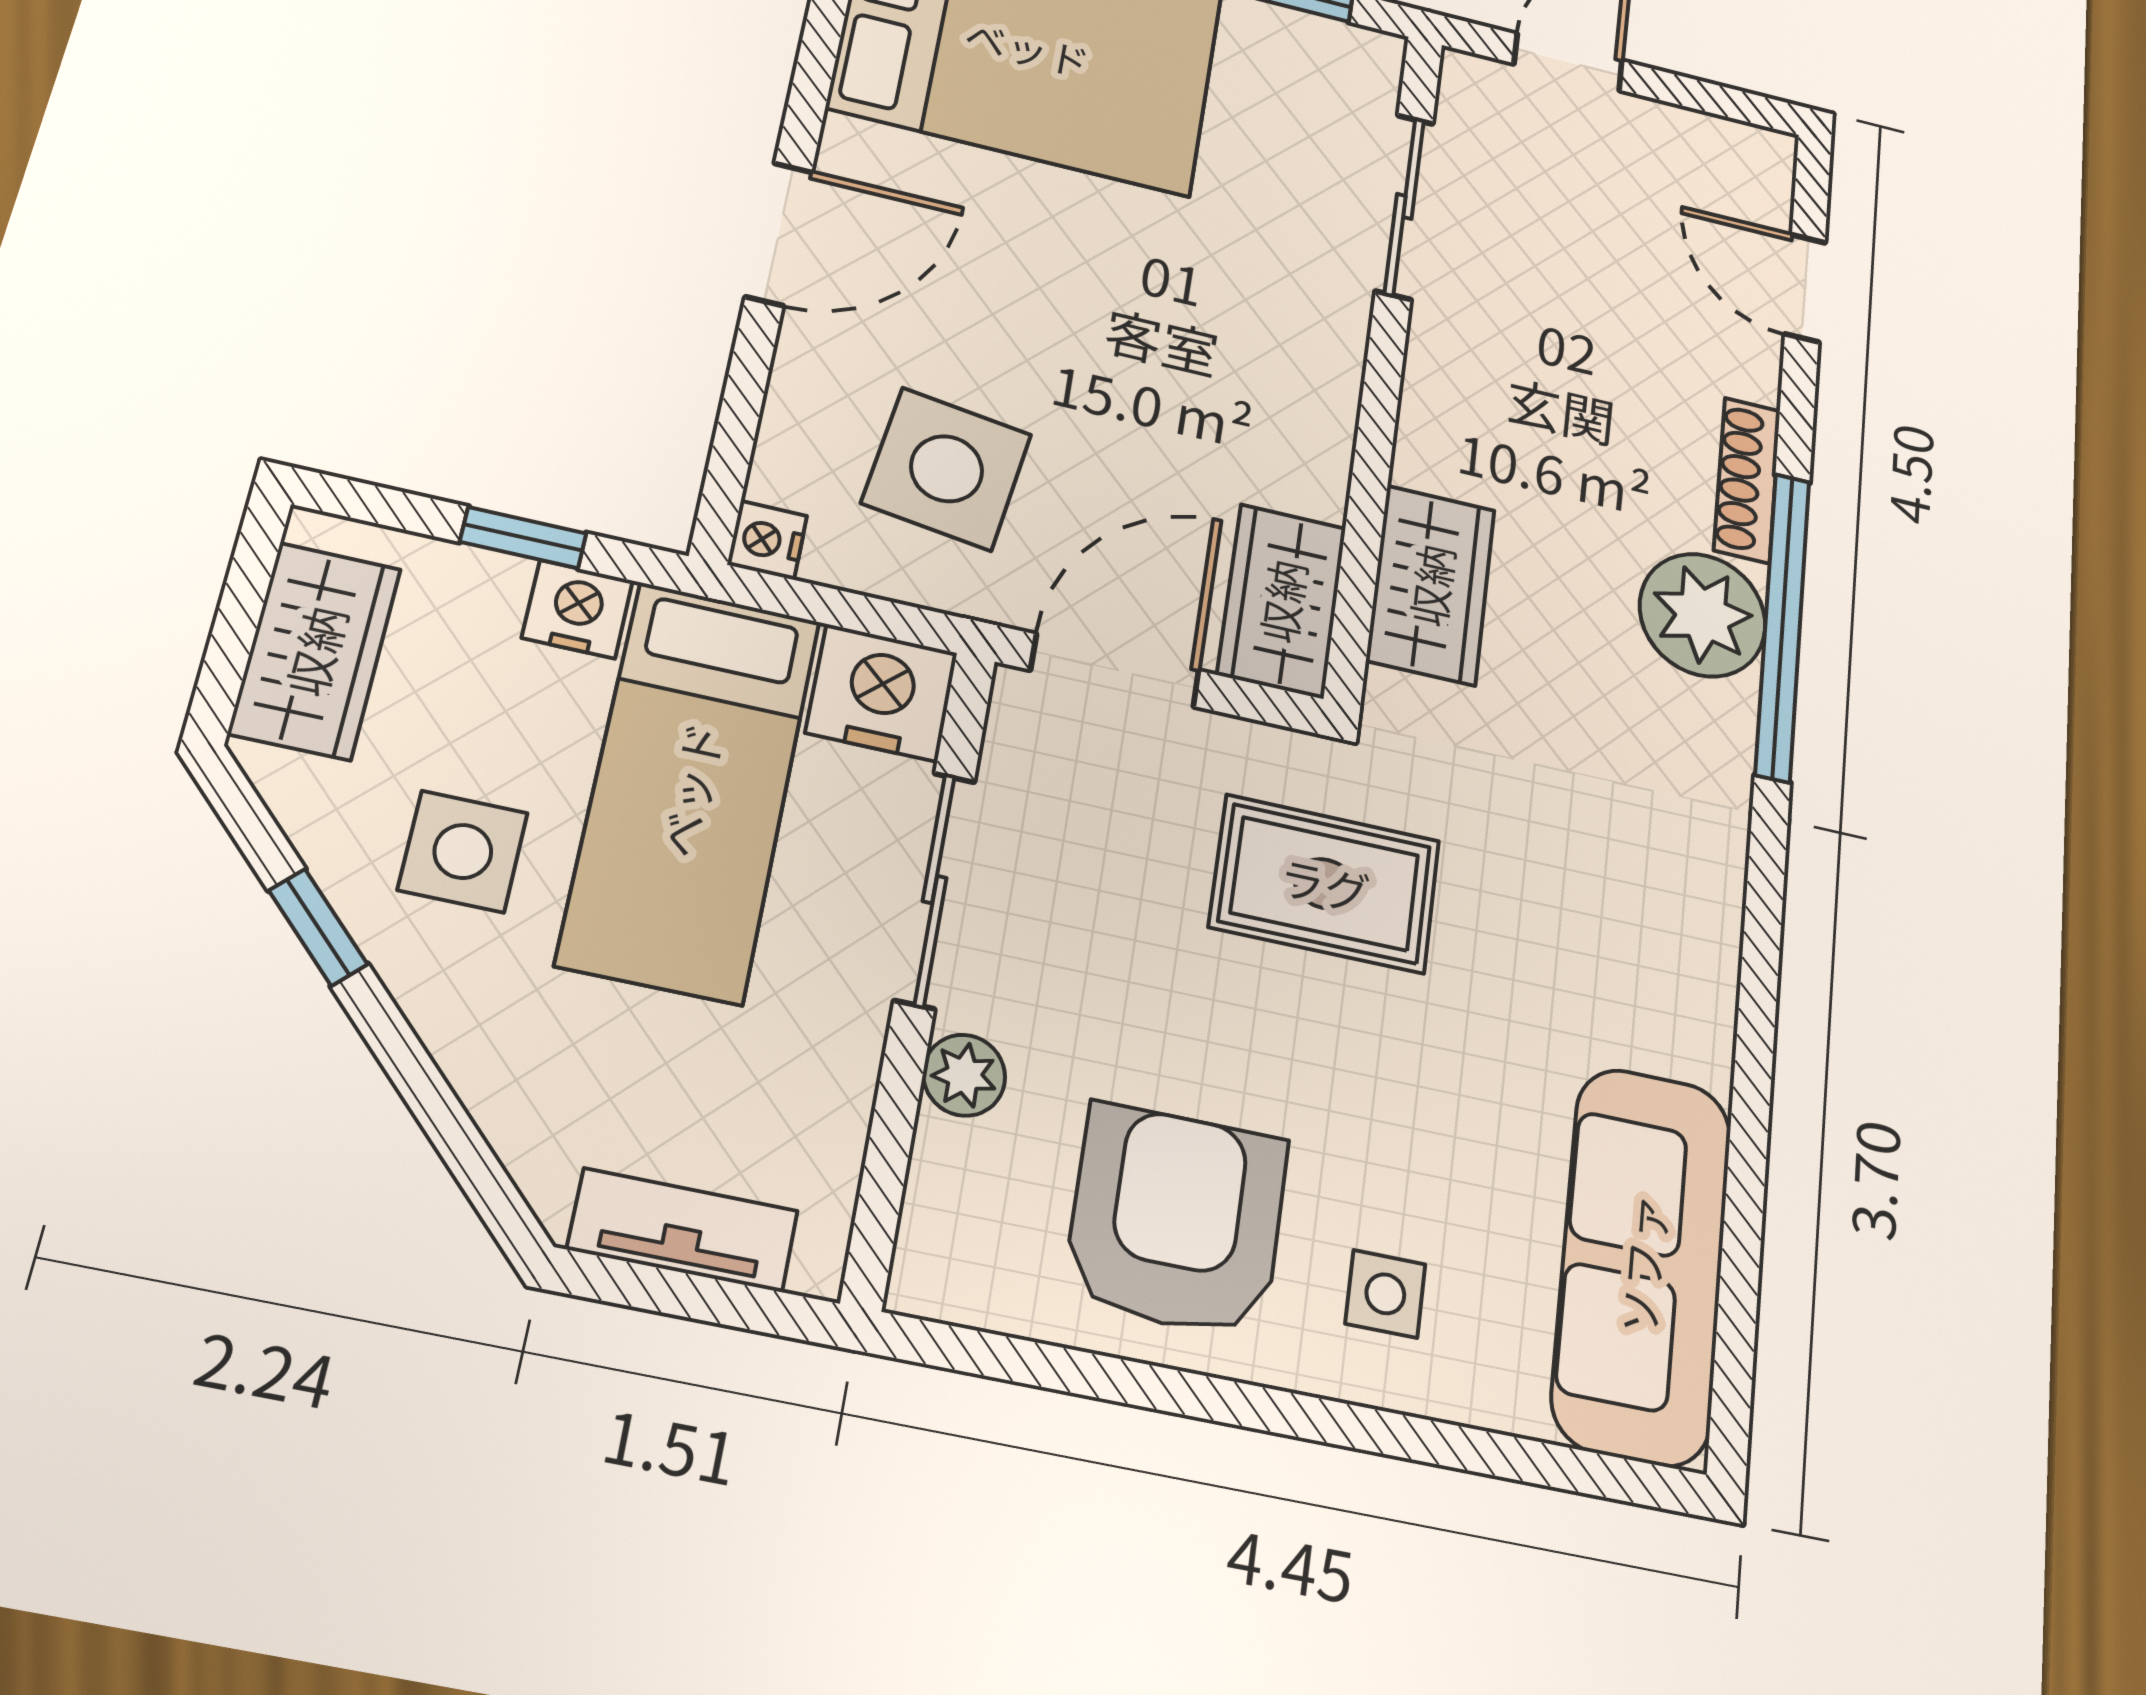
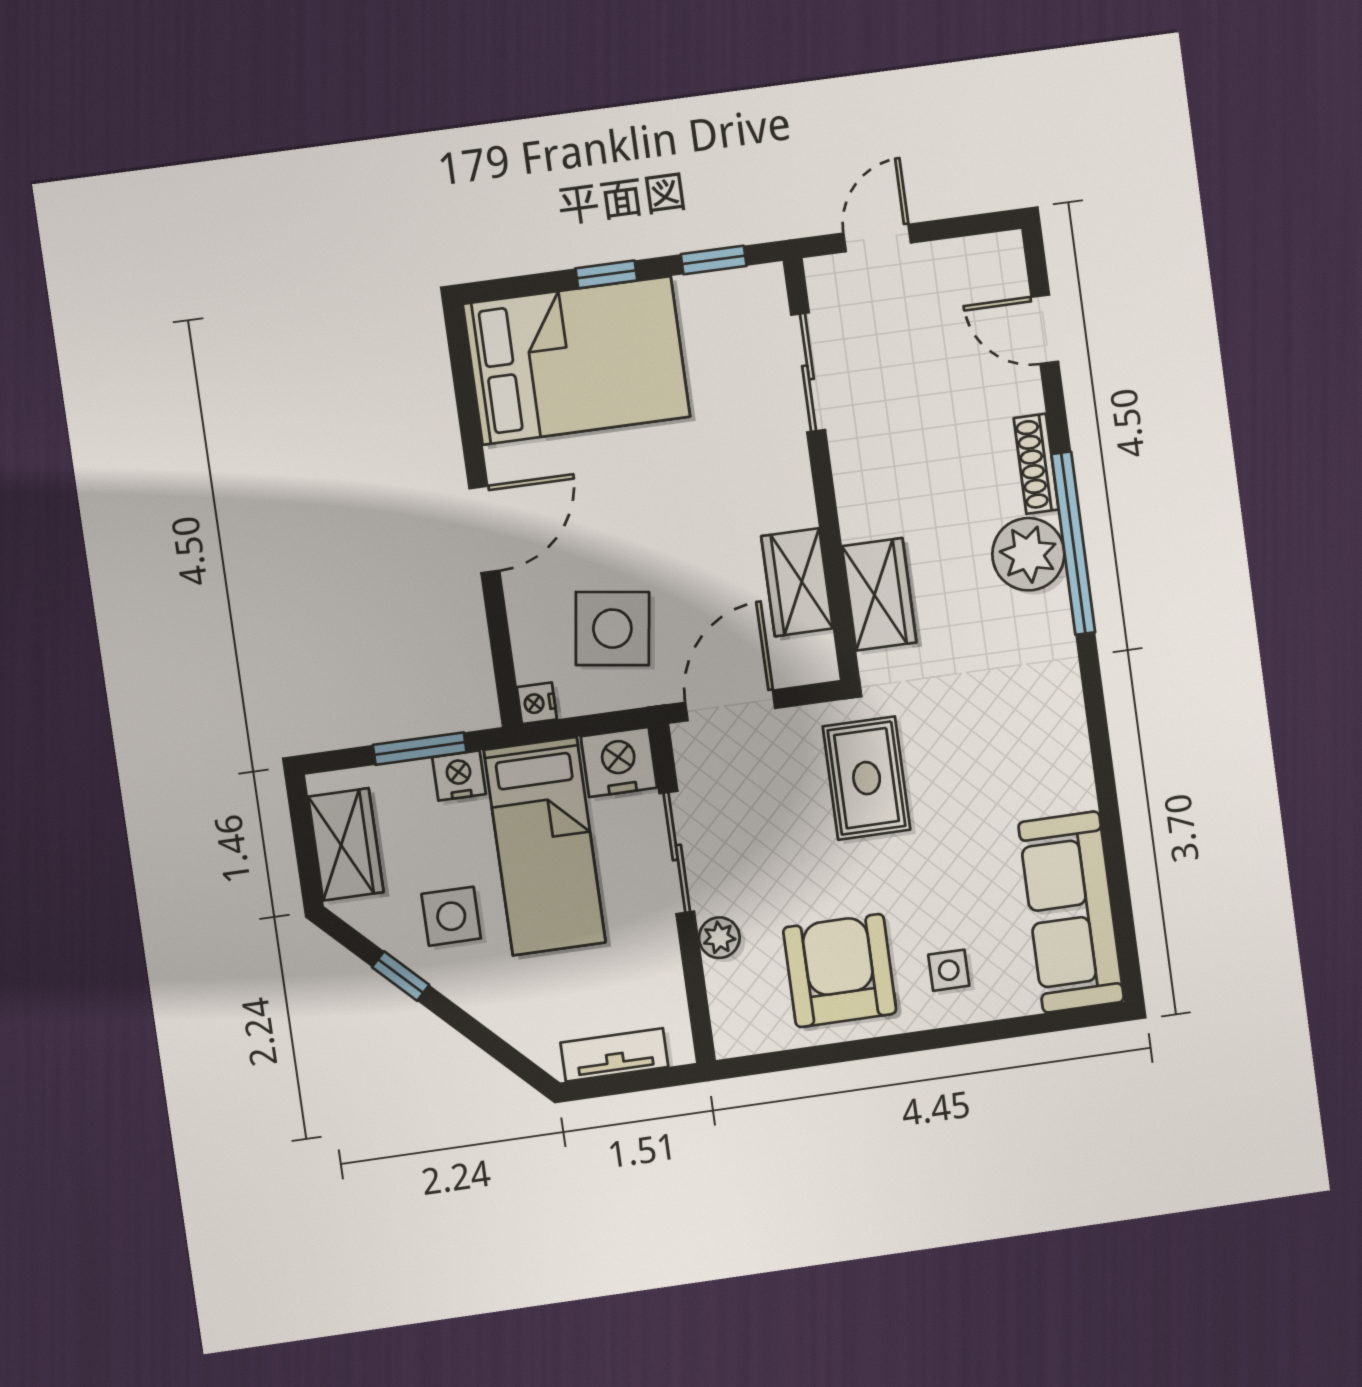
window: (523, 538) -> (420, 749), width x1.50
wardrobe: (1282, 601) -> (797, 582), moved
rug: (1325, 884) -> (867, 778), turned 90

